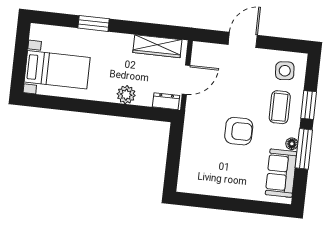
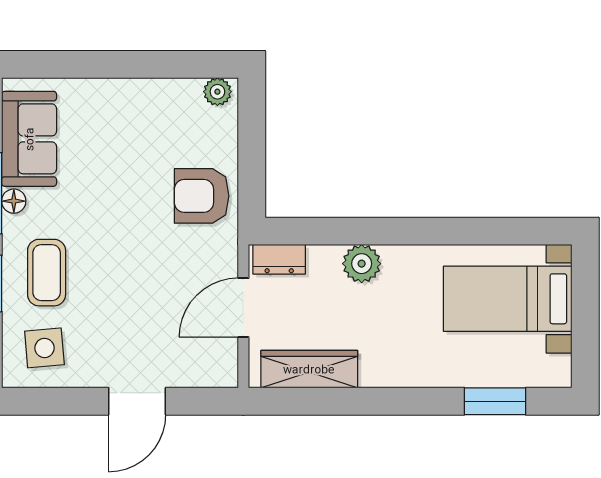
window: (94, 23) -> (495, 401), moved
armchair: (239, 131) -> (202, 196), moved
plant: (187, 186) -> (217, 92), added

